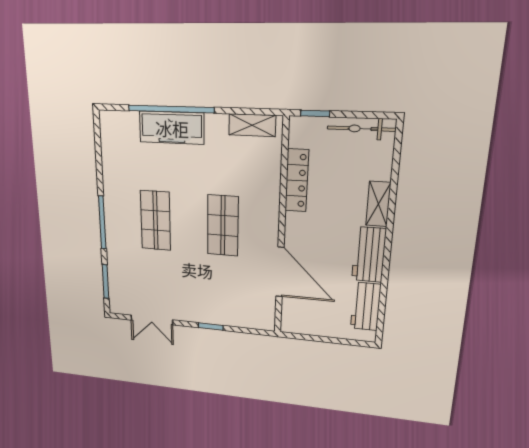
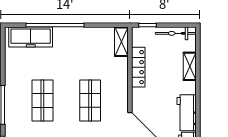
shelving: (252, 125) -> (121, 42), moved, turned 90
freezer: (172, 128) -> (31, 37), moved
shelving: (378, 204) -> (190, 66), moved

